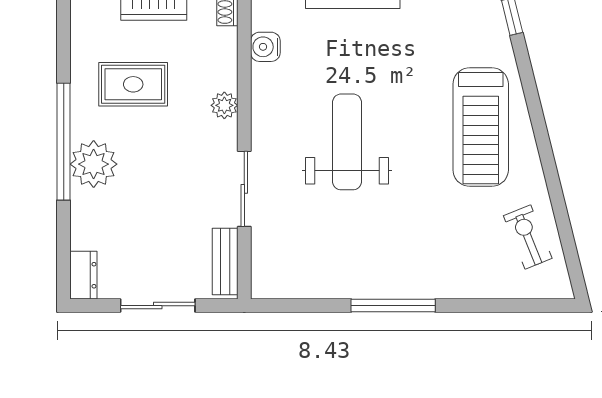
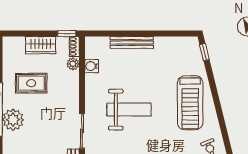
plant: (224, 105) -> (73, 64), moved
weight bench: (347, 142) -> (129, 110), turned 90

